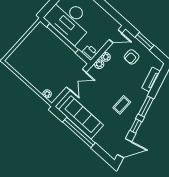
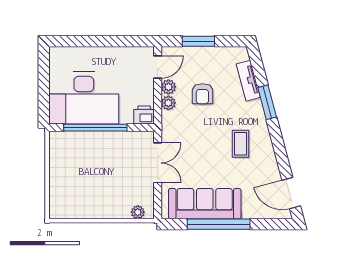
armchair: (132, 57) -> (202, 94), moved
plant: (99, 64) -> (168, 87), moved
window: (146, 106) -> (267, 102), moved
window: (136, 126) -> (281, 154), removed
door: (124, 148) -> (291, 193), swing flipped

